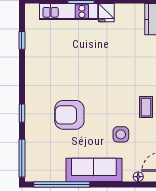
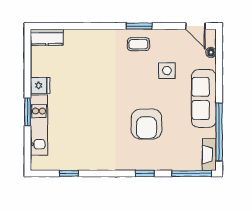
fireplace: (40, 175) -> (209, 155), added

